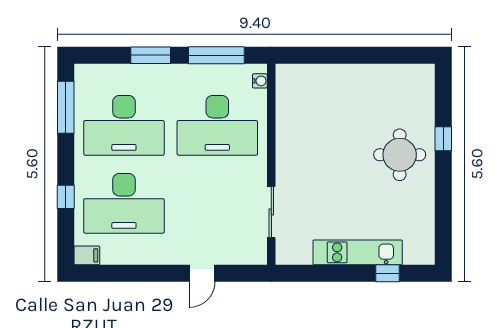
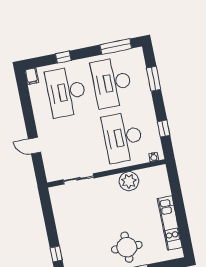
window: (151, 55) -> (154, 79), moved
window: (216, 55) -> (164, 129), width x0.46
plant: (292, 130) -> (129, 181), added
kitchen unit: (358, 252) -> (170, 223), moved, turned 180

